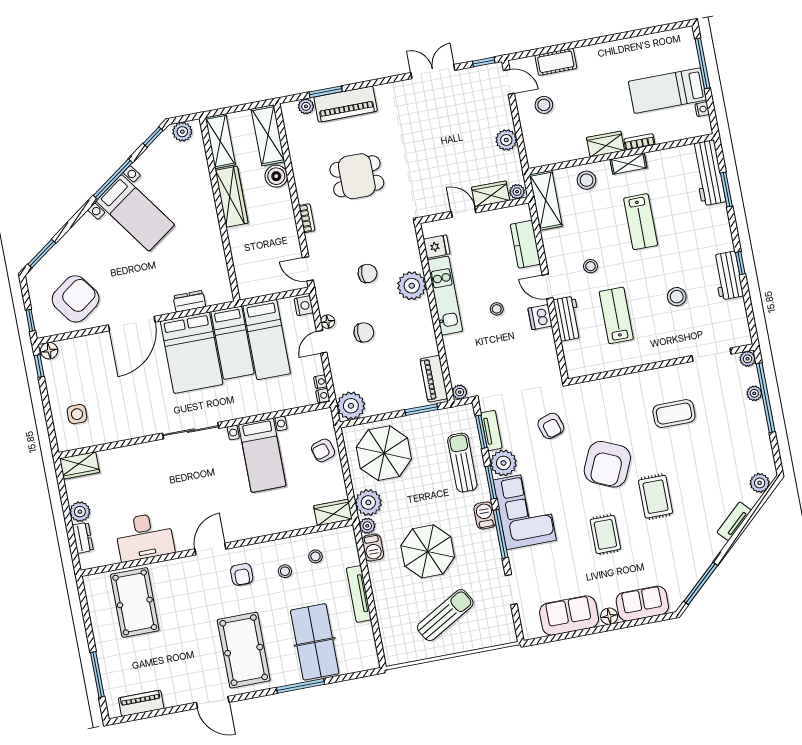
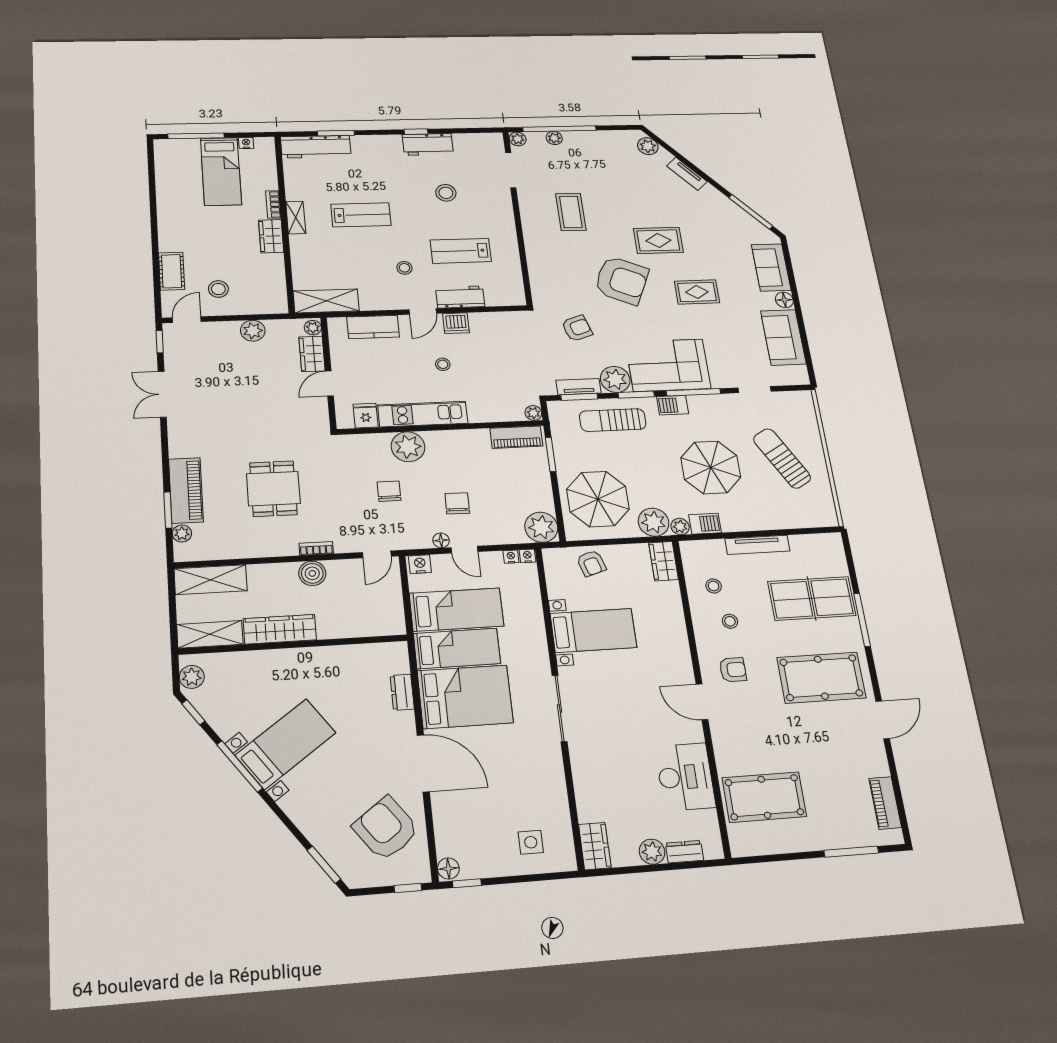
boiler: (276, 176) -> (312, 573), moved
stool: (587, 180) -> (309, 259), removed

